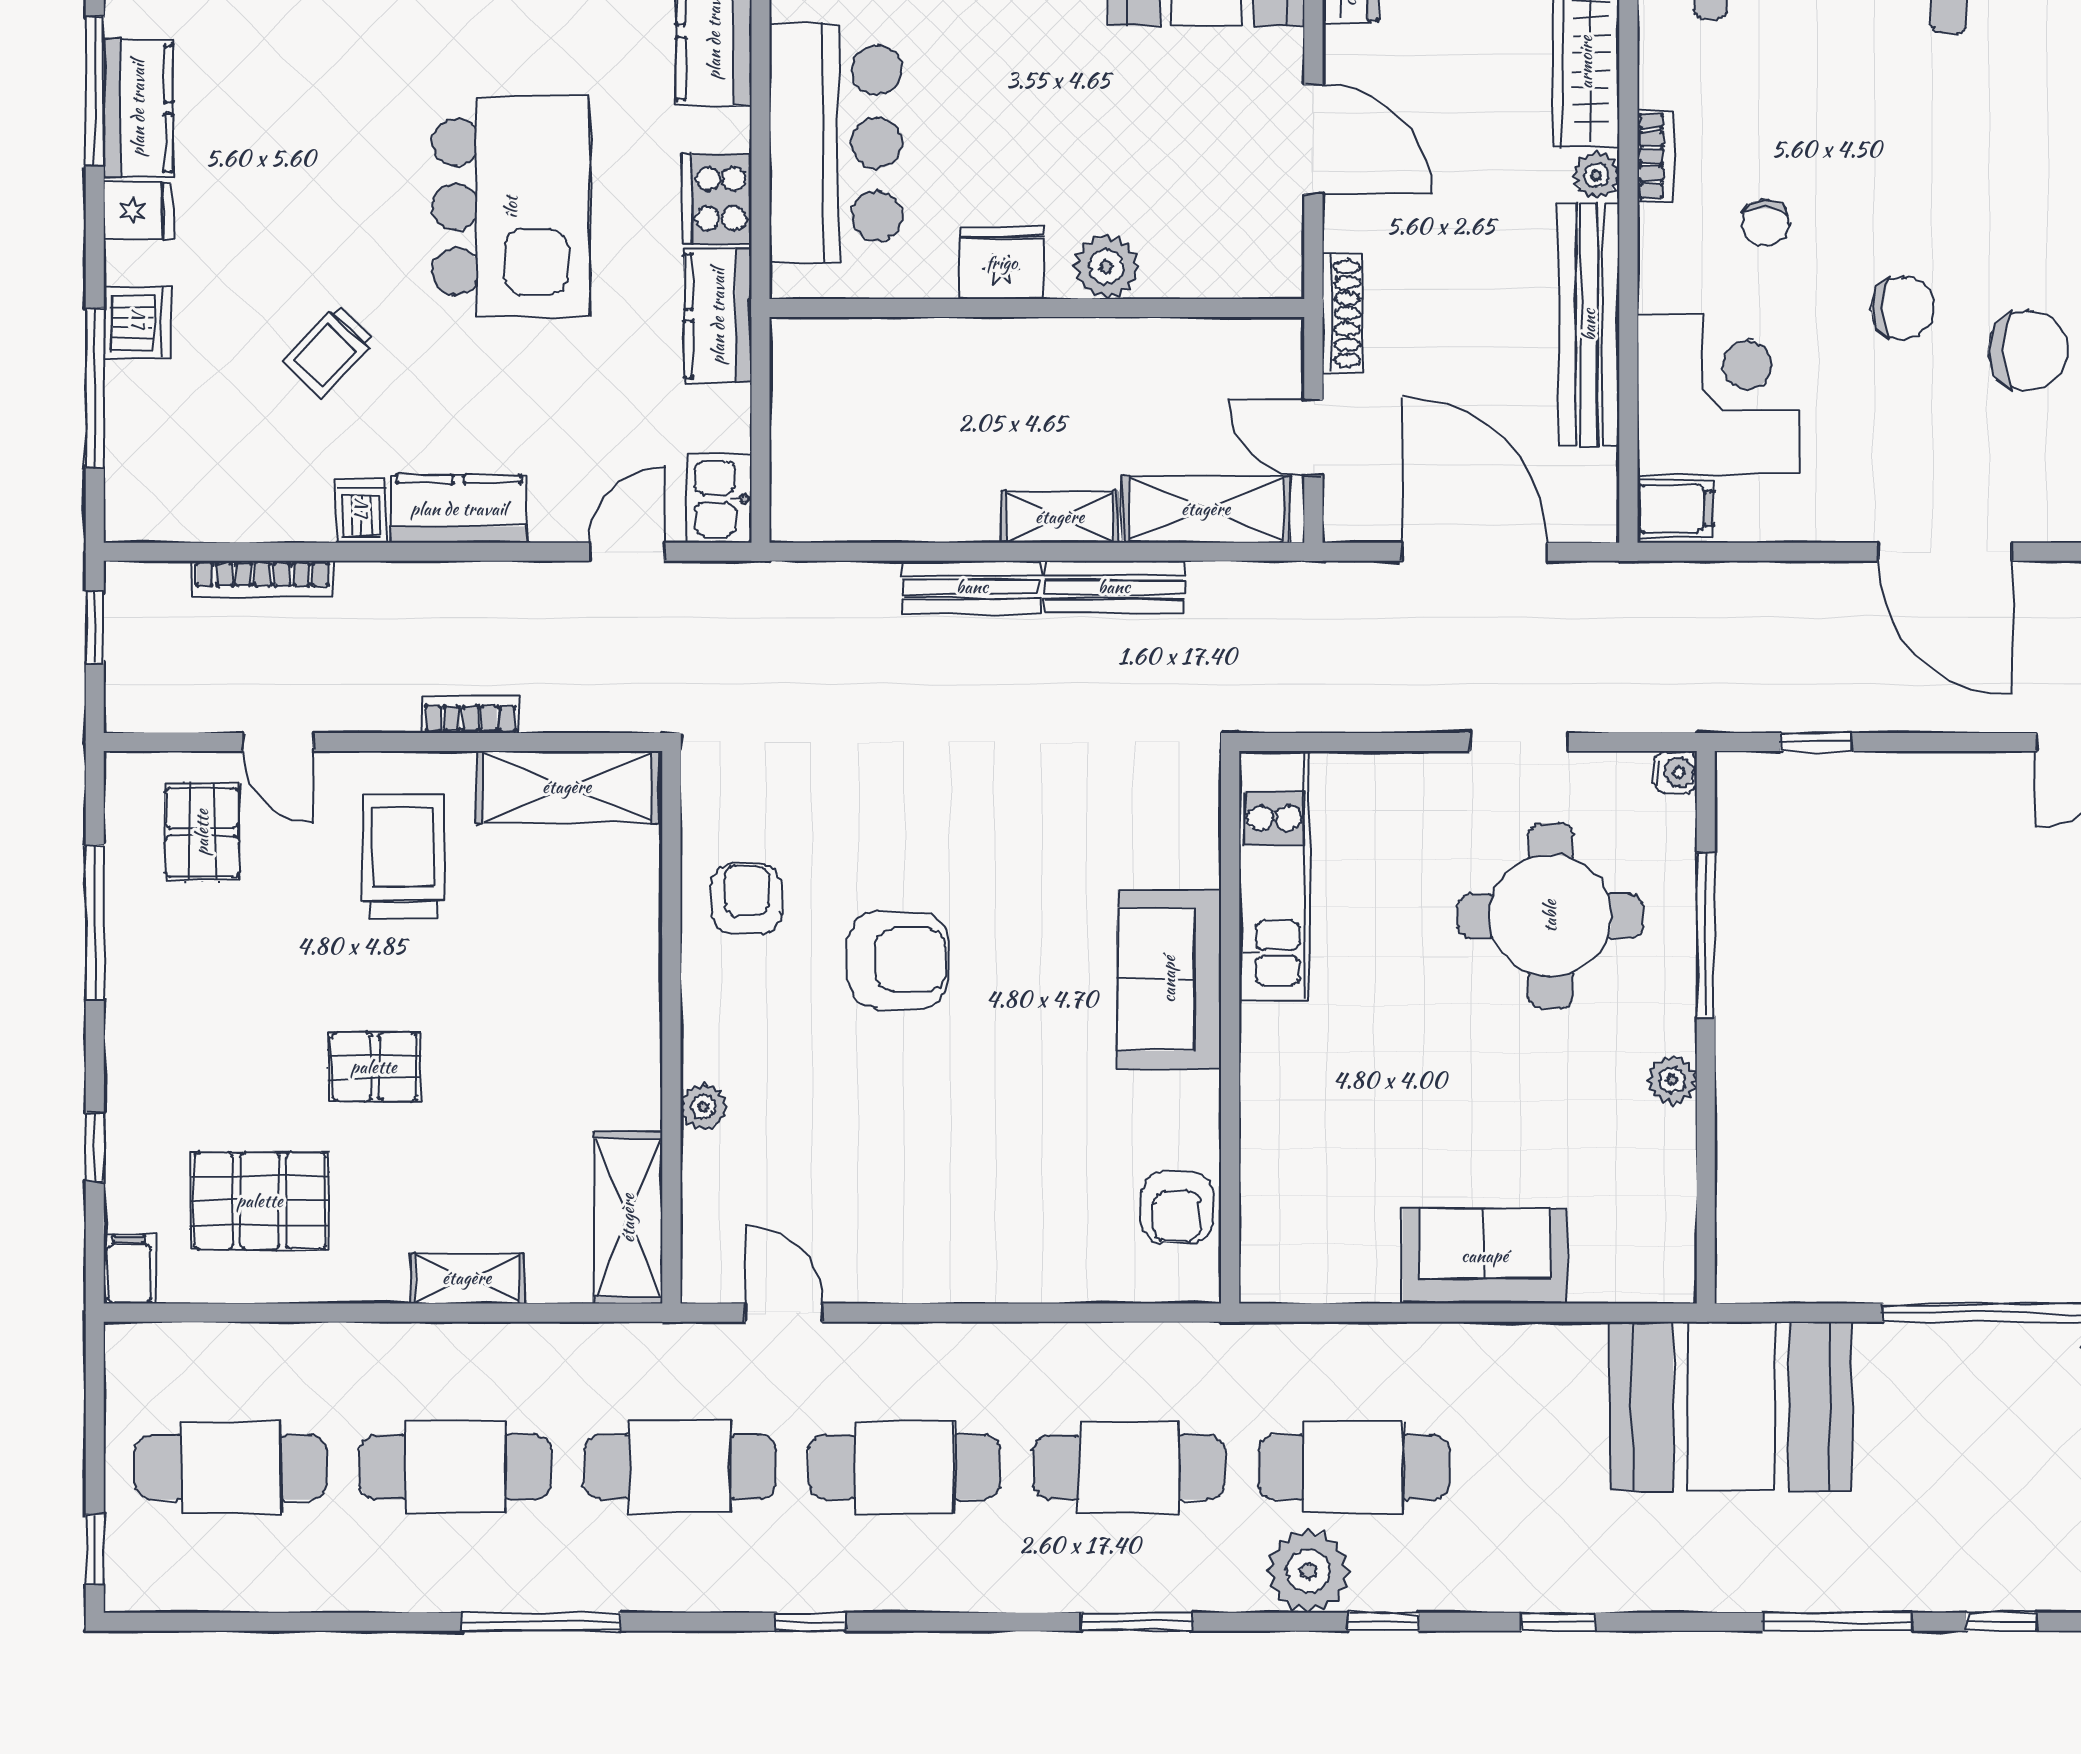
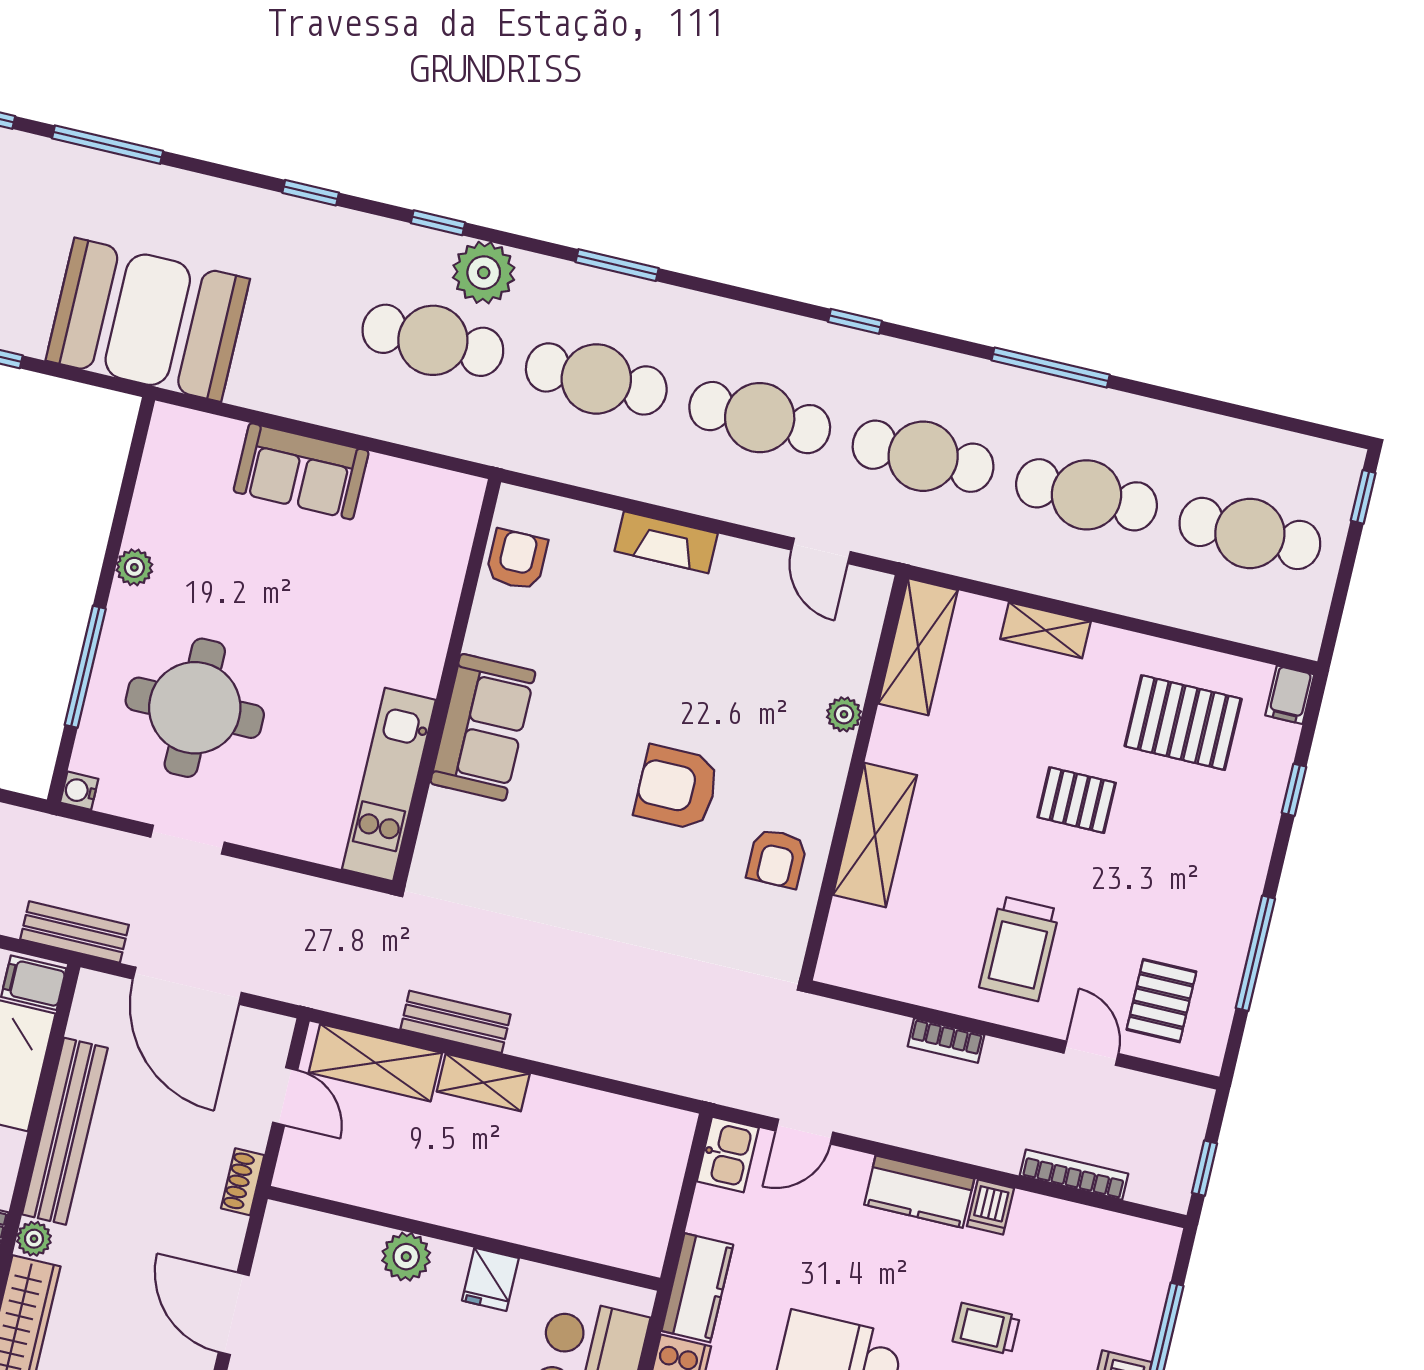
fridge: (1002, 263) -> (490, 1279), width x0.72
shoe rack: (1342, 314) -> (243, 1182), width x0.70
trolley: (329, 351) -> (986, 1329), turned -133
bench: (972, 587) -> (74, 932), moved
shelving: (567, 787) -> (875, 835), moved, turned 90
fireplace: (988, 1276) -> (666, 542), added

